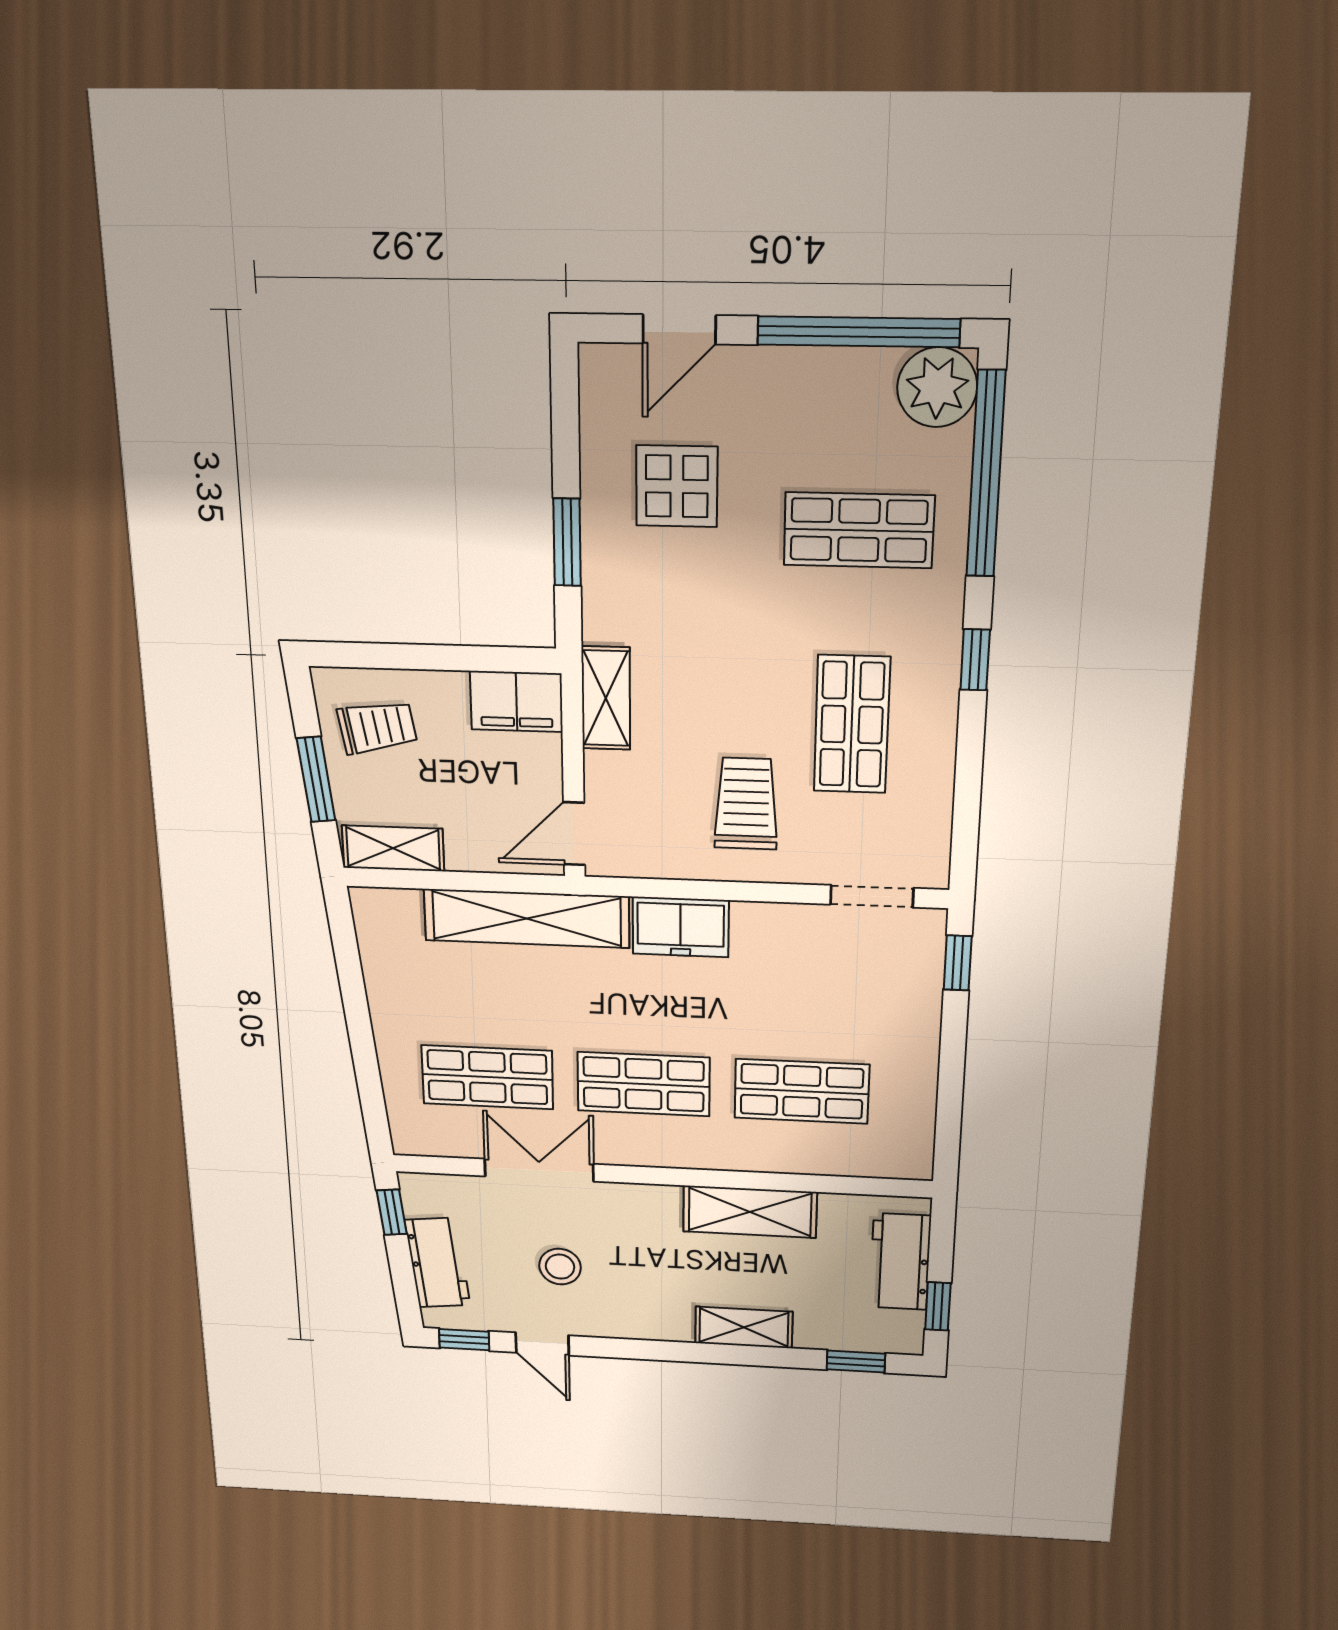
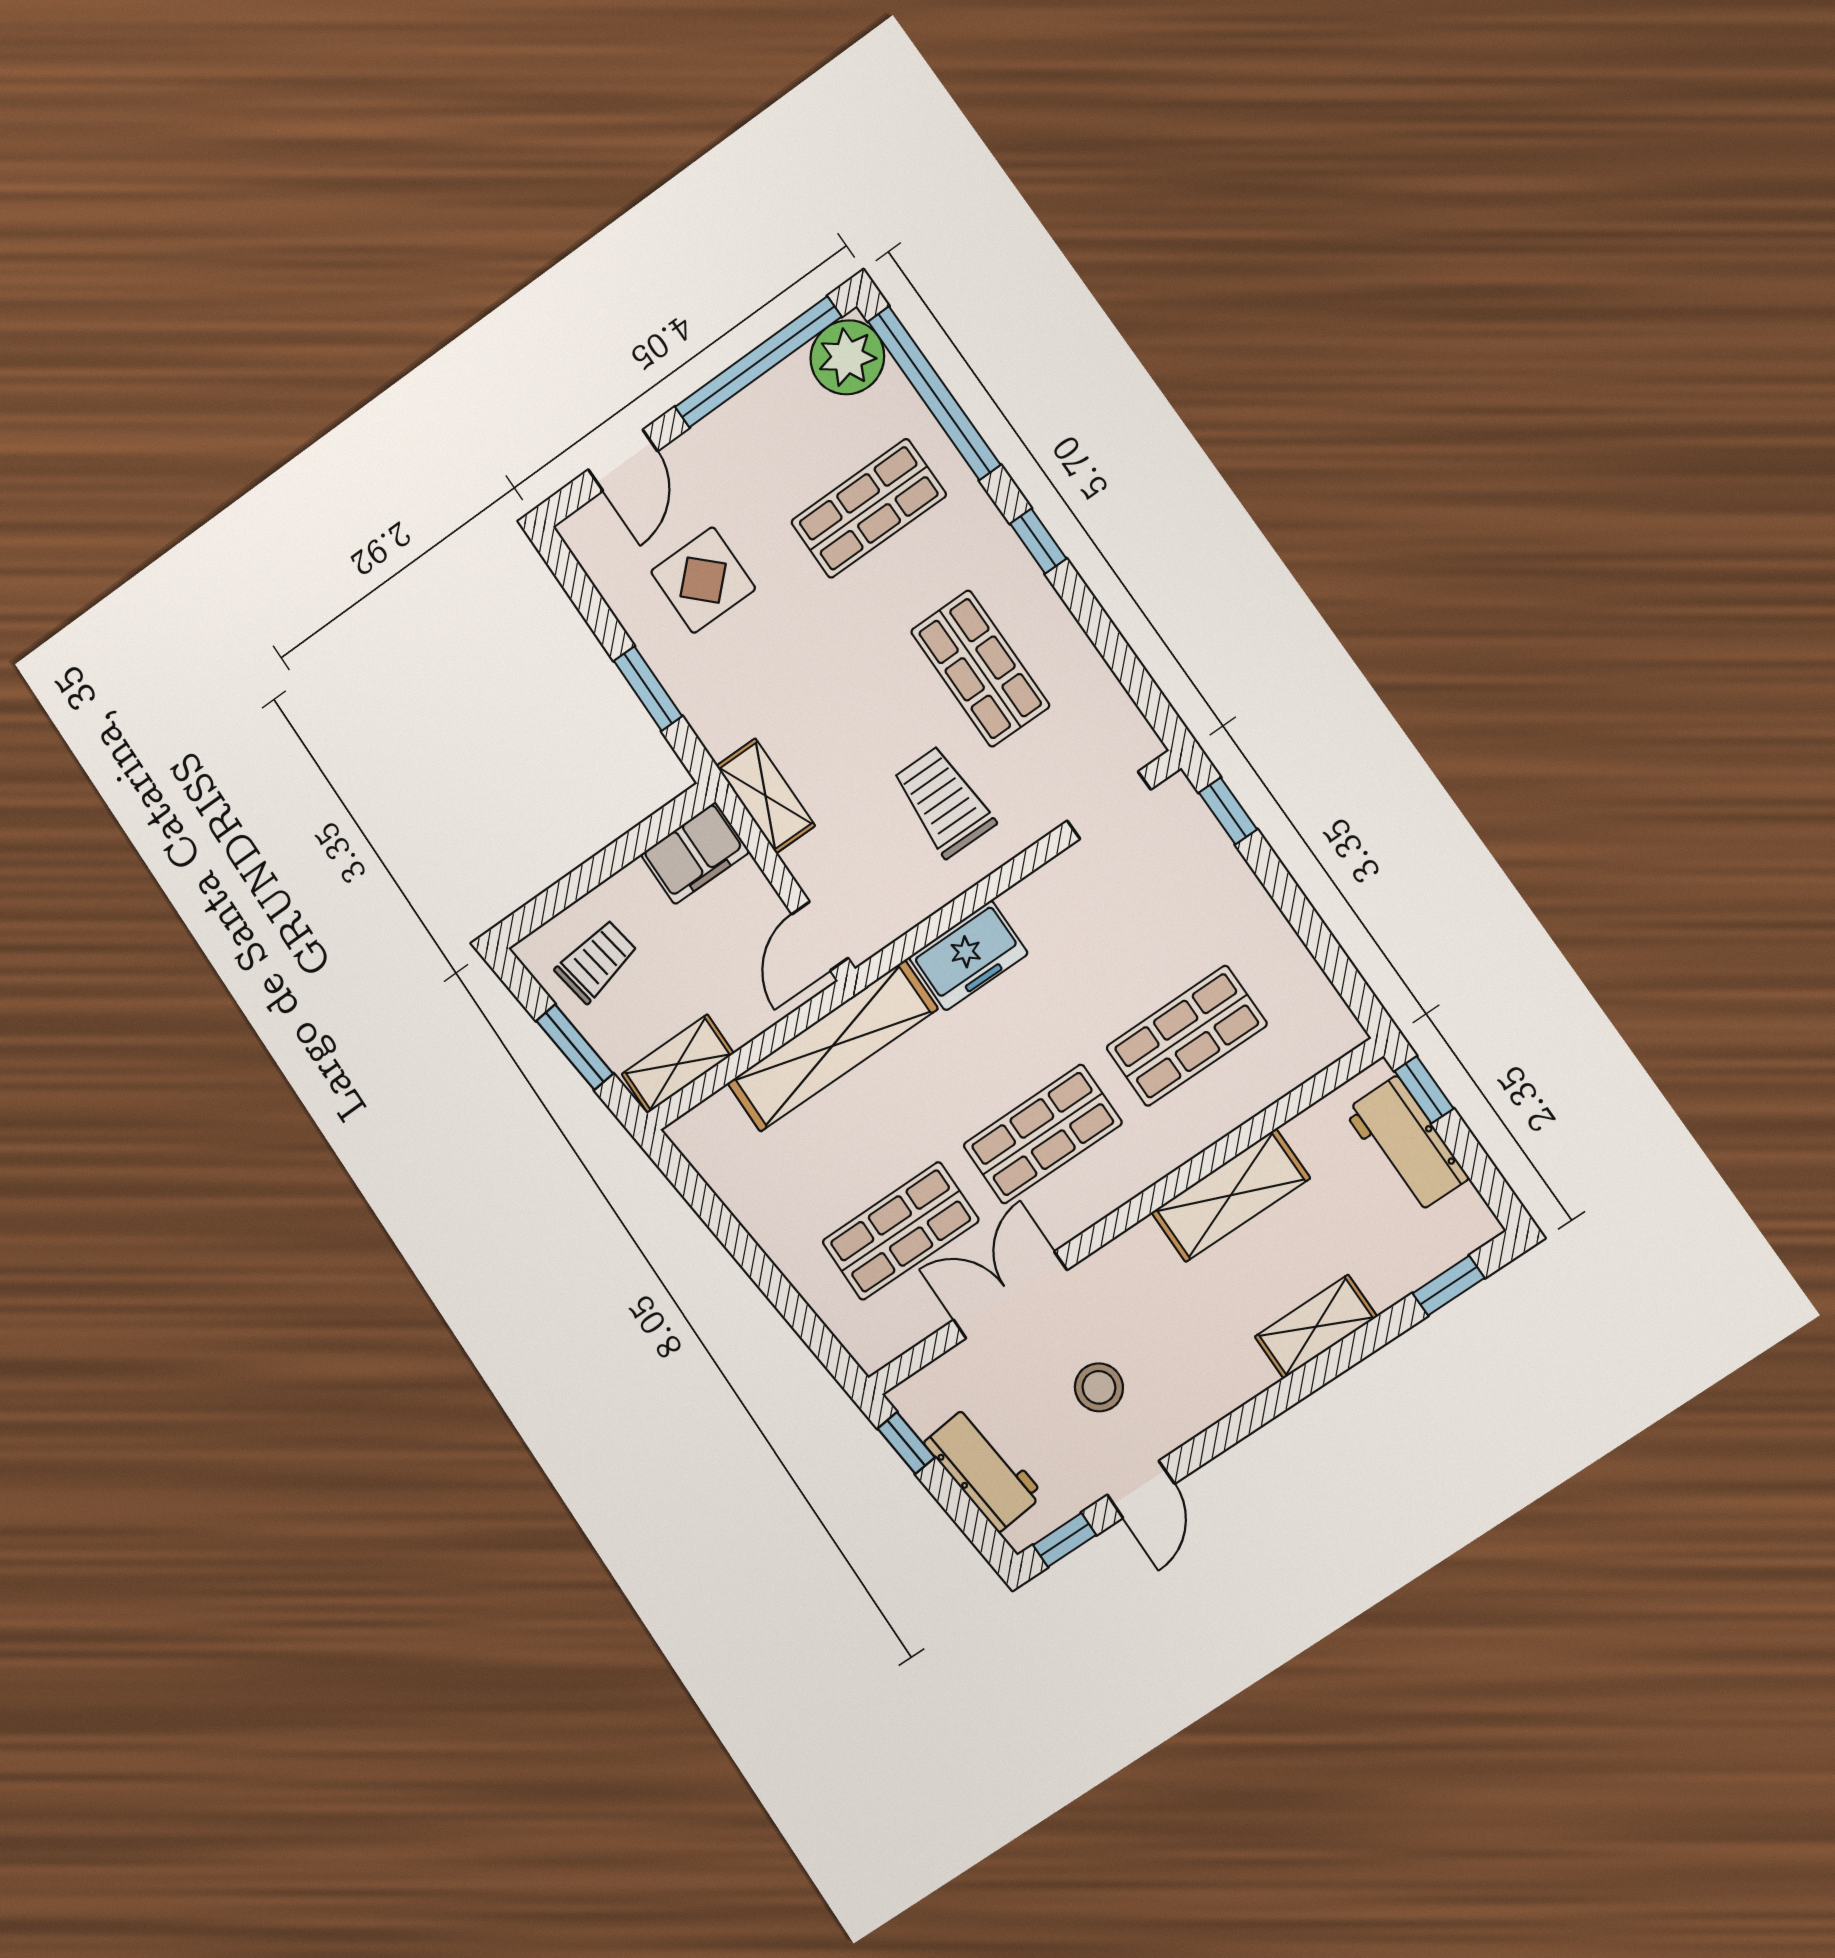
window: (938, 1306) -> (1424, 1090), moved
door: (542, 1344) -> (1141, 1489), hinge flipped

